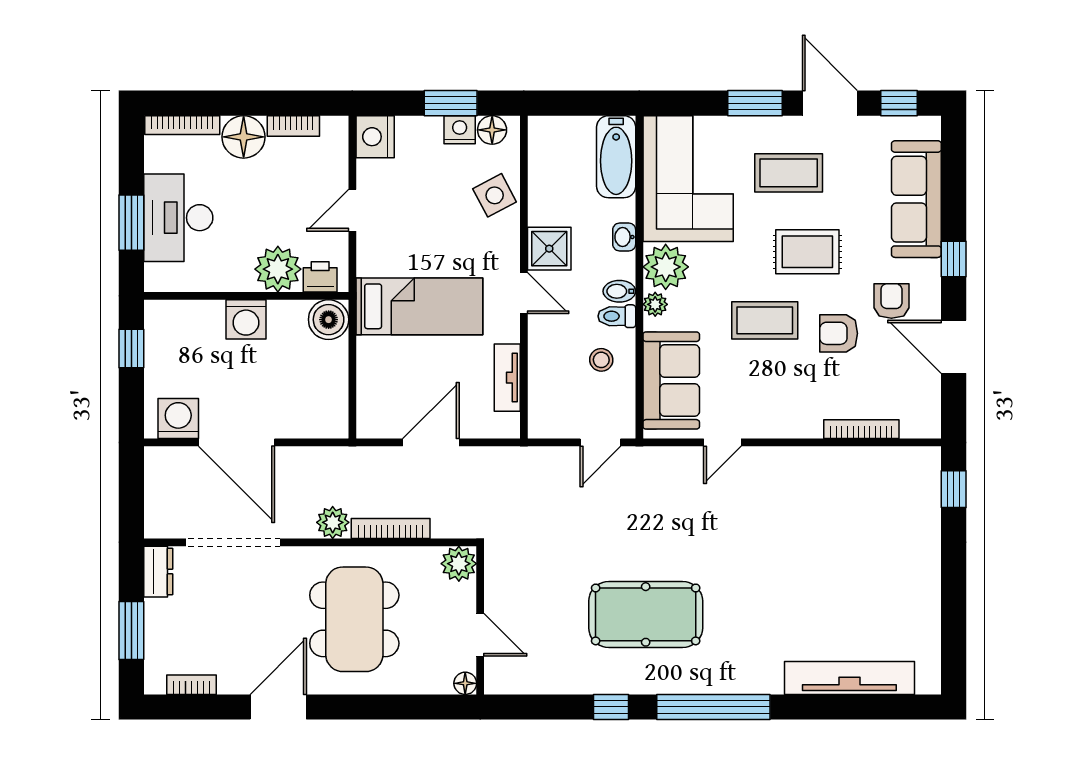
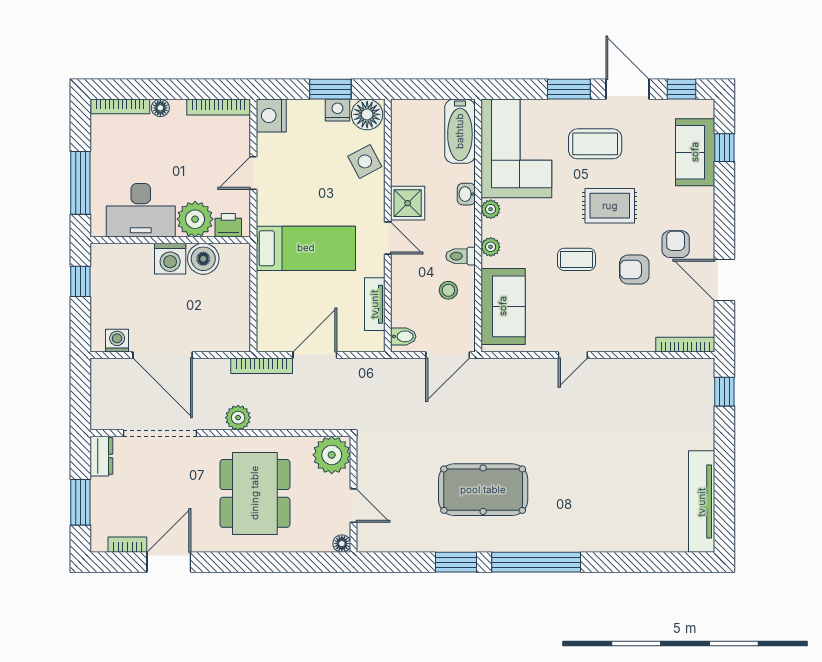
bookcase: (293, 126) -> (219, 107), width x1.56
floor lamp: (492, 130) -> (367, 114), width x1.38, depth x1.38
floor lamp: (244, 137) -> (160, 108), width x0.53, depth x0.53
sofa: (916, 199) -> (695, 152), width x0.73
desk: (178, 218) -> (141, 210), moved, turned -90
window: (131, 223) -> (80, 183), width x1.44
window: (954, 259) -> (724, 148), moved
plant: (666, 267) -> (491, 209), width x0.53, depth x0.53
bidet: (619, 291) -> (403, 336), moved, turned 180
boiler: (329, 320) -> (203, 259), moved
coffee table: (765, 320) -> (576, 259), width x0.73, depth x0.77
washing machine: (178, 419) -> (117, 341), width x0.73, depth x0.73
bookcase: (861, 429) -> (685, 345), moved
door: (600, 442) -> (448, 355), width x1.38
door: (722, 442) -> (573, 355), moved
bookcase: (391, 528) -> (262, 366), moved, turned 180
plant: (459, 564) -> (332, 455), width x1.36, depth x1.36
tv unit: (849, 678) -> (702, 502), moved, turned -90
door: (278, 707) -> (169, 562), moved
window: (611, 707) -> (456, 562), width x1.50

